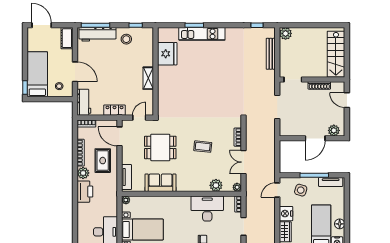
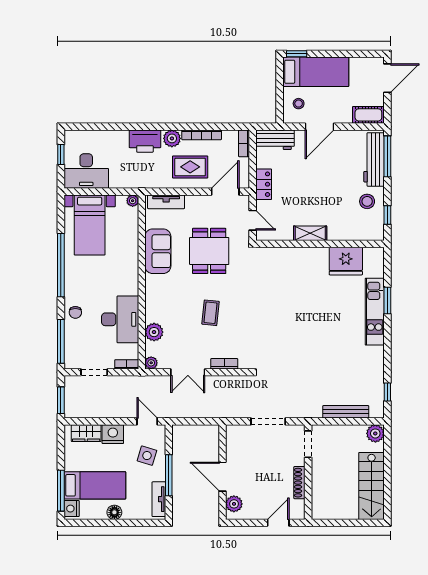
stairs: (336, 54) -> (372, 486), moved, turned -90
double door: (244, 162) -> (188, 372), swing flipped
floor lamp: (340, 224) -> (114, 512), moved

